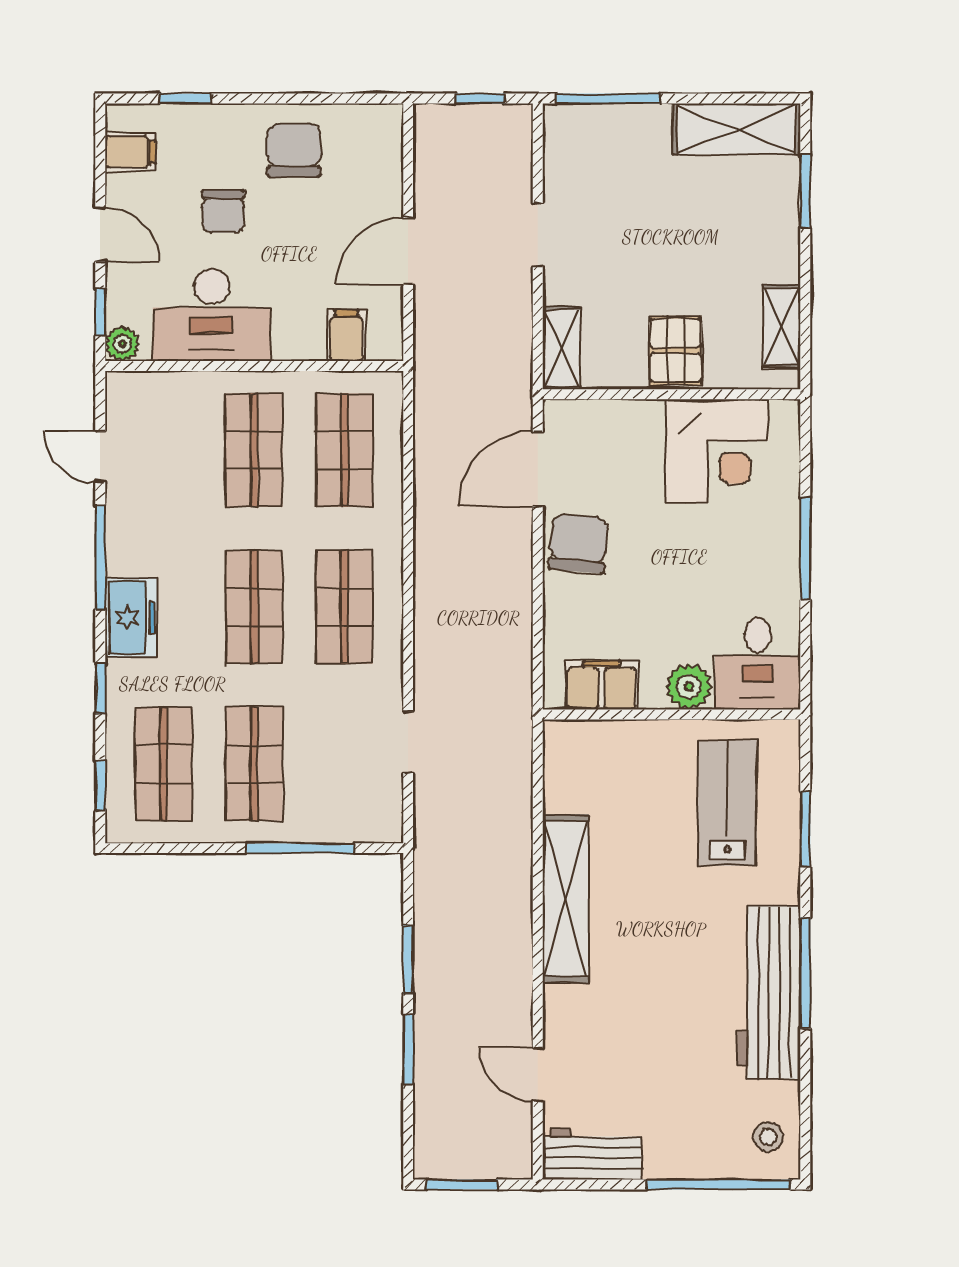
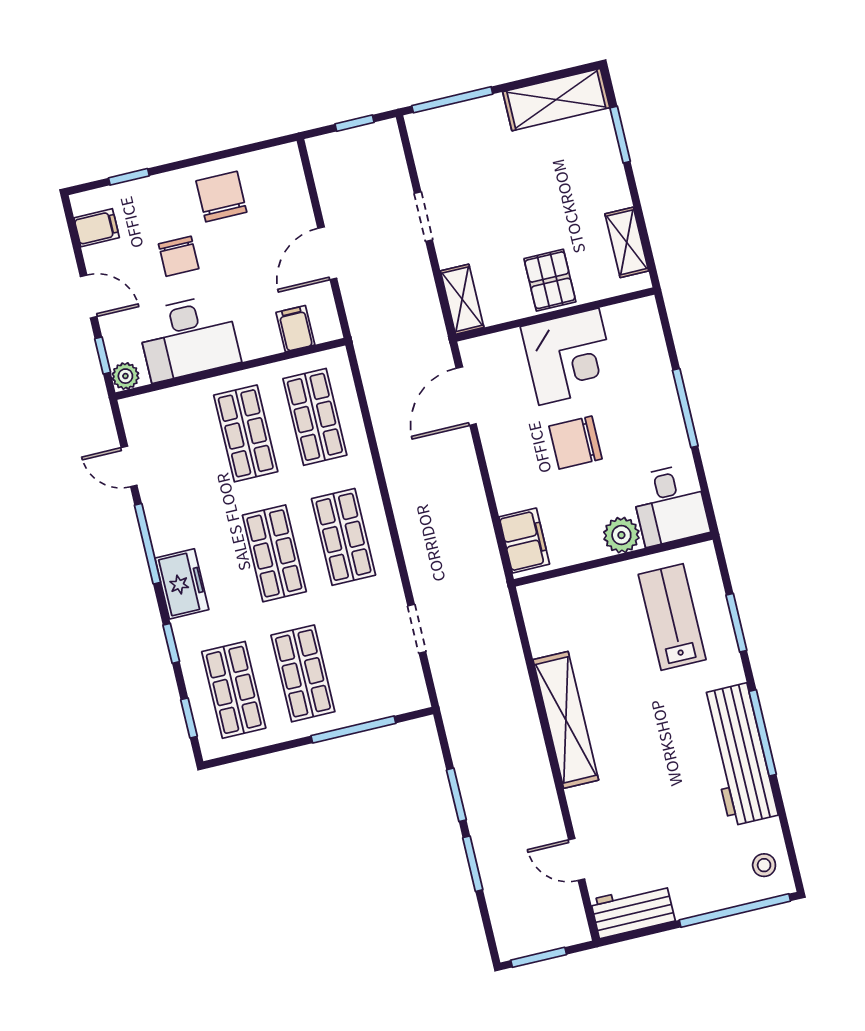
corner desk: (717, 451) -> (569, 357), moved
chair: (578, 544) -> (575, 443), moved, turned -95
filing cabinet: (601, 685) -> (524, 540), moved, turned 90

